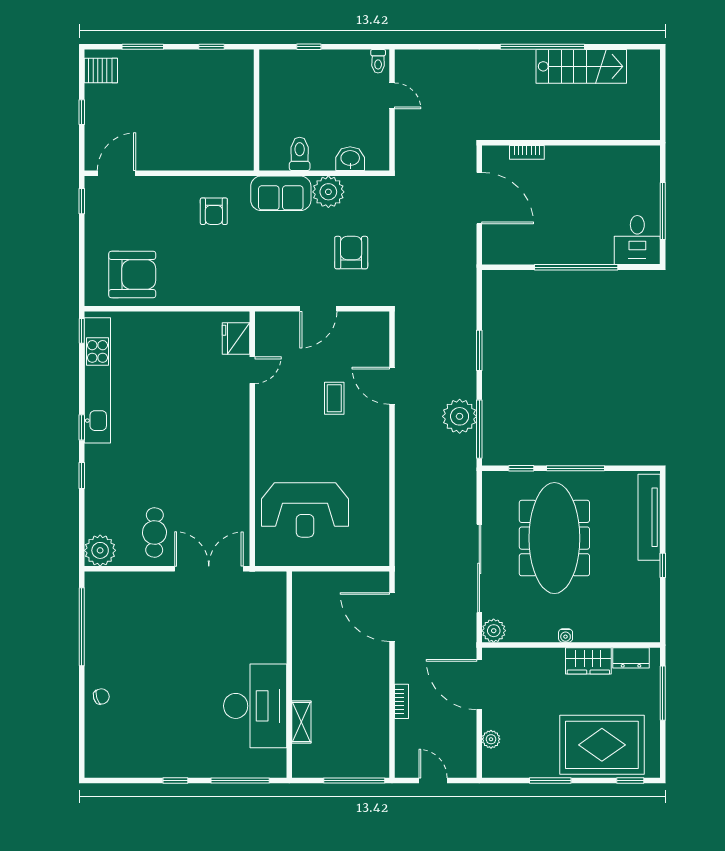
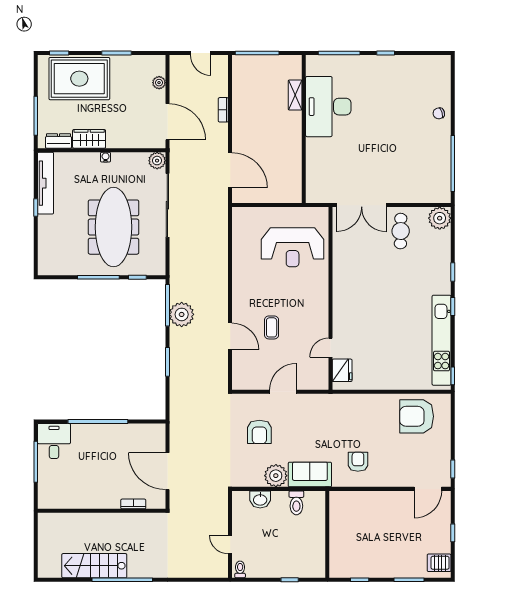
reception desk: (305, 510) -> (293, 247), turned 180
tv unit: (649, 517) -> (46, 183), moved

